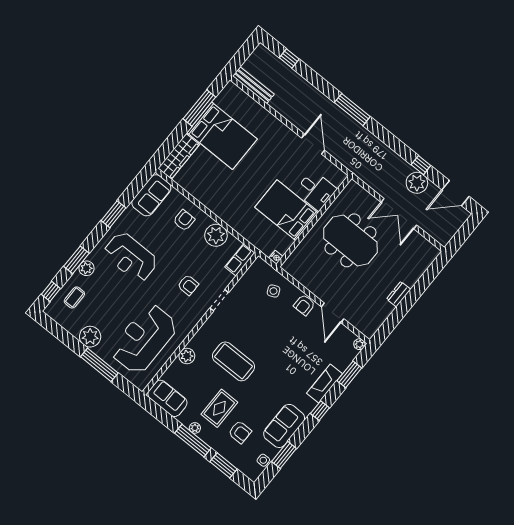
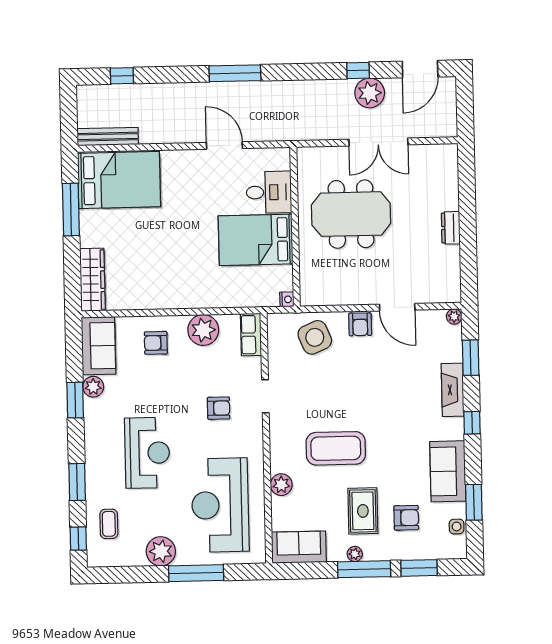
bed: (222, 136) -> (119, 180), moved
armchair: (184, 220) -> (156, 343), turned -90
reception desk: (131, 257) -> (147, 453), moved, turned -90
plant: (86, 268) -> (93, 387), moved
side table: (273, 291) -> (315, 337), width x1.87, depth x1.87

